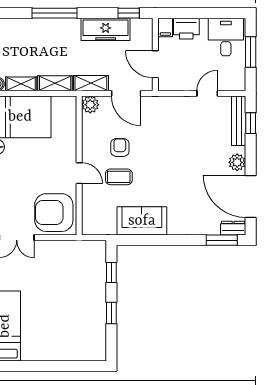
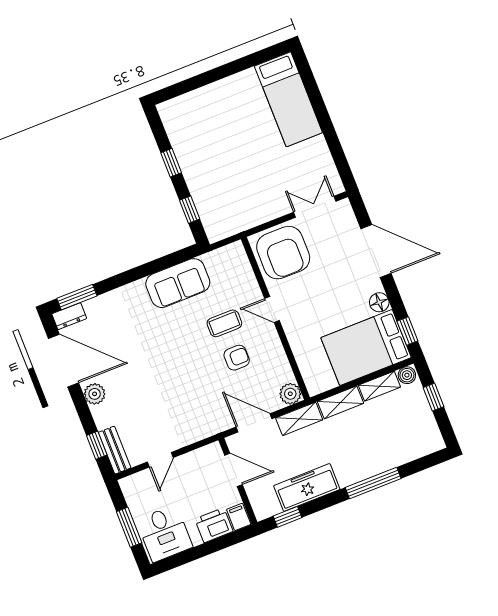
bench: (239, 121) -> (115, 450), width x0.73
armchair: (120, 147) -> (237, 358), turned -90
armchair: (54, 213) -> (283, 253), turned 90

